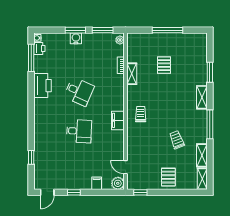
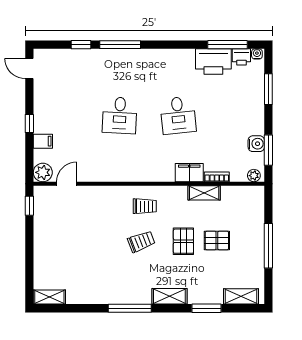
window: (75, 30) -> (268, 89), moved
water cooler: (76, 38) -> (256, 144), moved
printer: (43, 86) -> (213, 62), moved
desk: (79, 91) -> (178, 115), turned -30
filing cabinet: (118, 120) -> (189, 173), moved
window: (31, 131) -> (120, 45), added
trolley: (177, 140) -> (141, 242), moved
shelving: (202, 155) -> (241, 296), moved
pallet: (168, 177) -> (183, 241), moved, turned 90
window: (74, 192) -> (29, 123), moved

